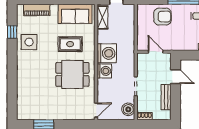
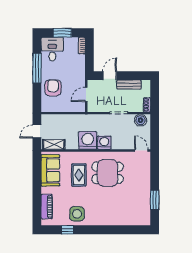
dining table: (72, 74) -> (108, 173), turned 90

